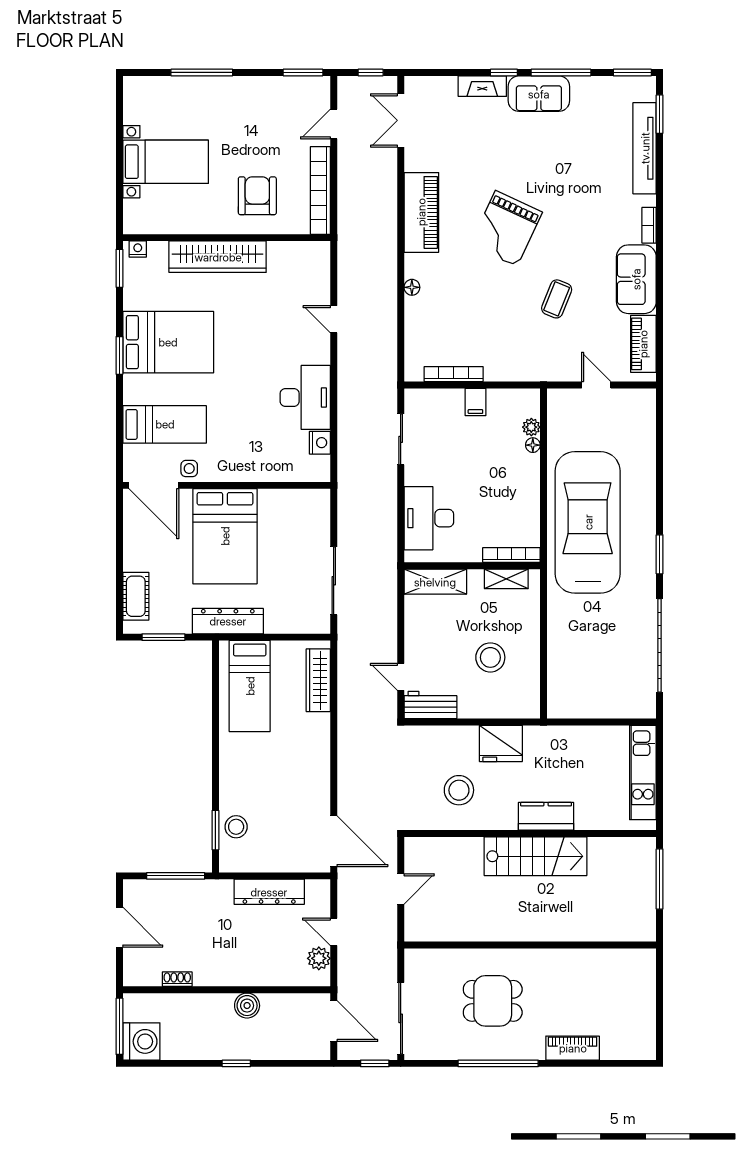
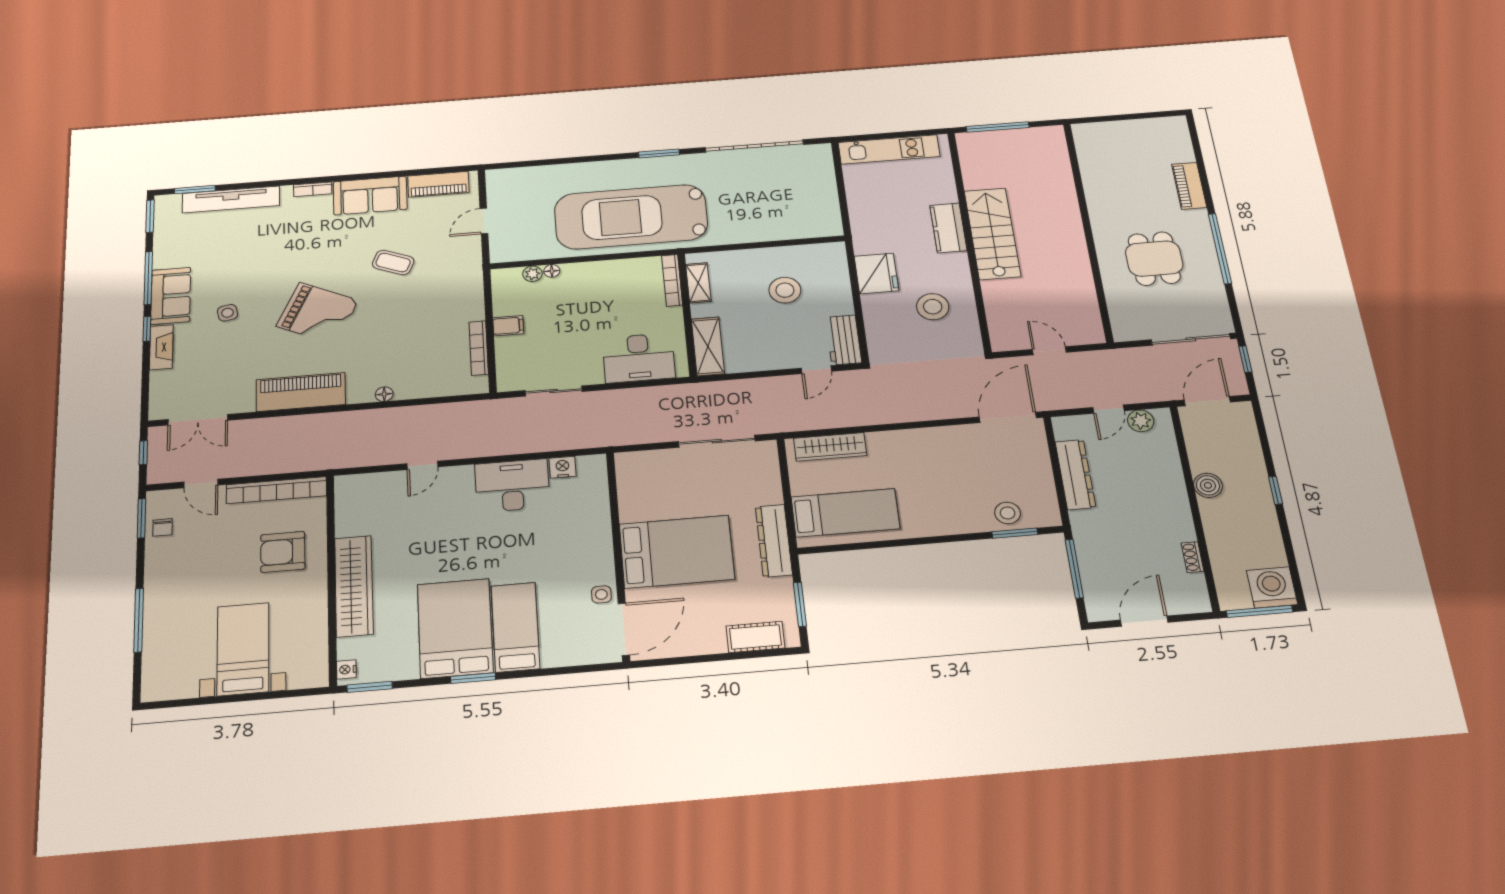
chair: (292, 91) -> (163, 527), added
side table: (515, 146) -> (227, 313), added
bed: (165, 424) -> (515, 627), moved

